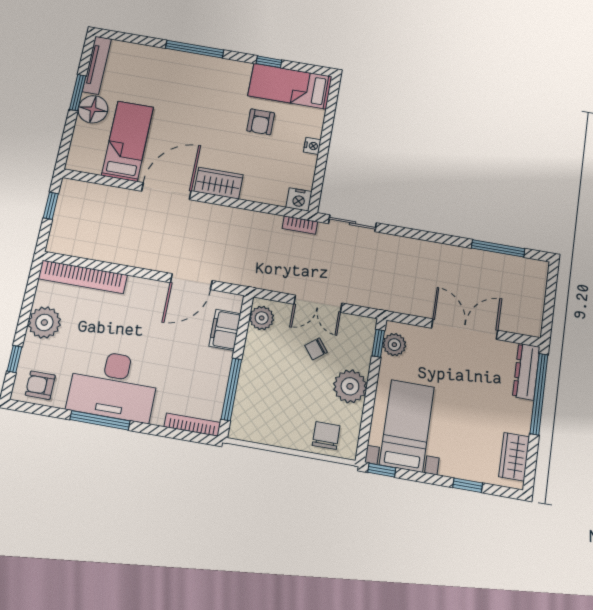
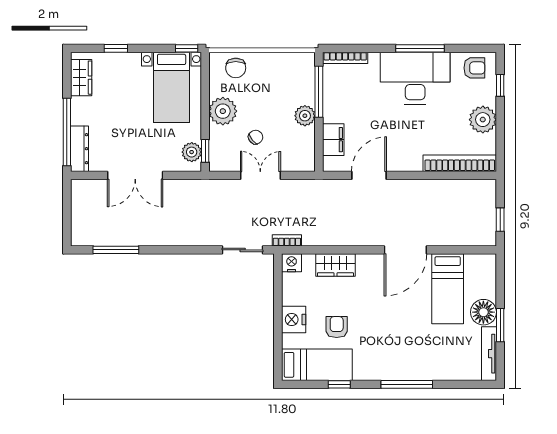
nightstand: (312, 146) -> (294, 319), width x1.89, depth x1.79
wardrobe: (219, 183) -> (335, 265), moved
plant: (262, 318) -> (305, 116), moved

